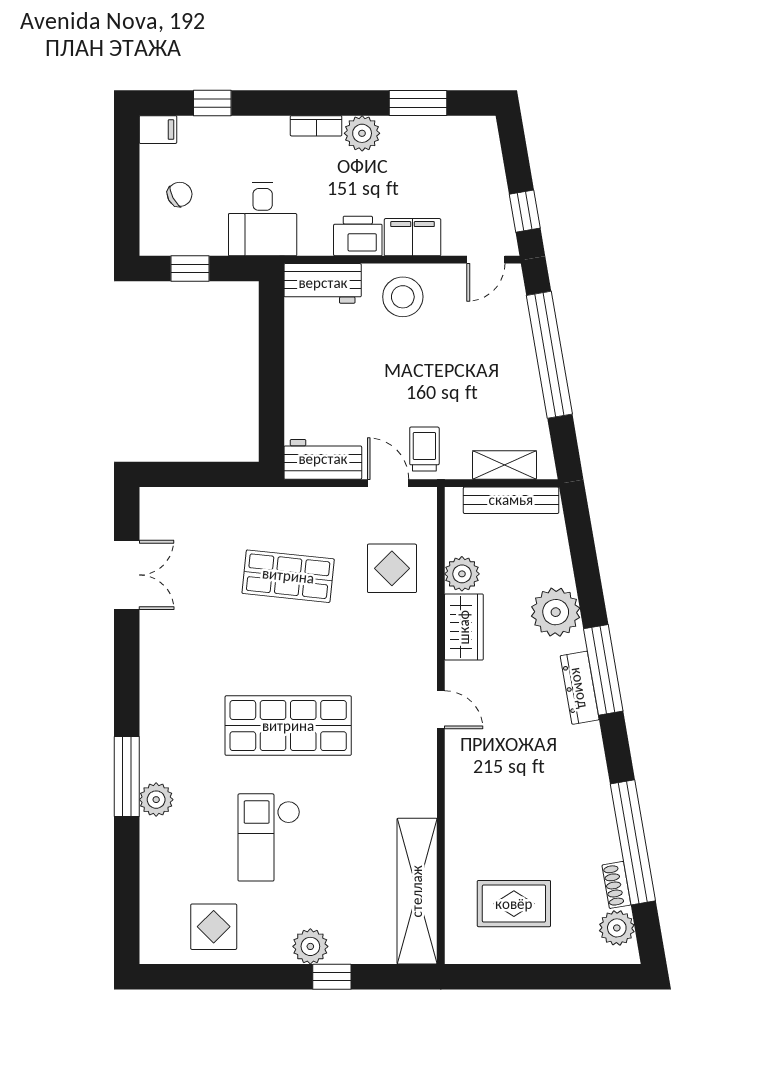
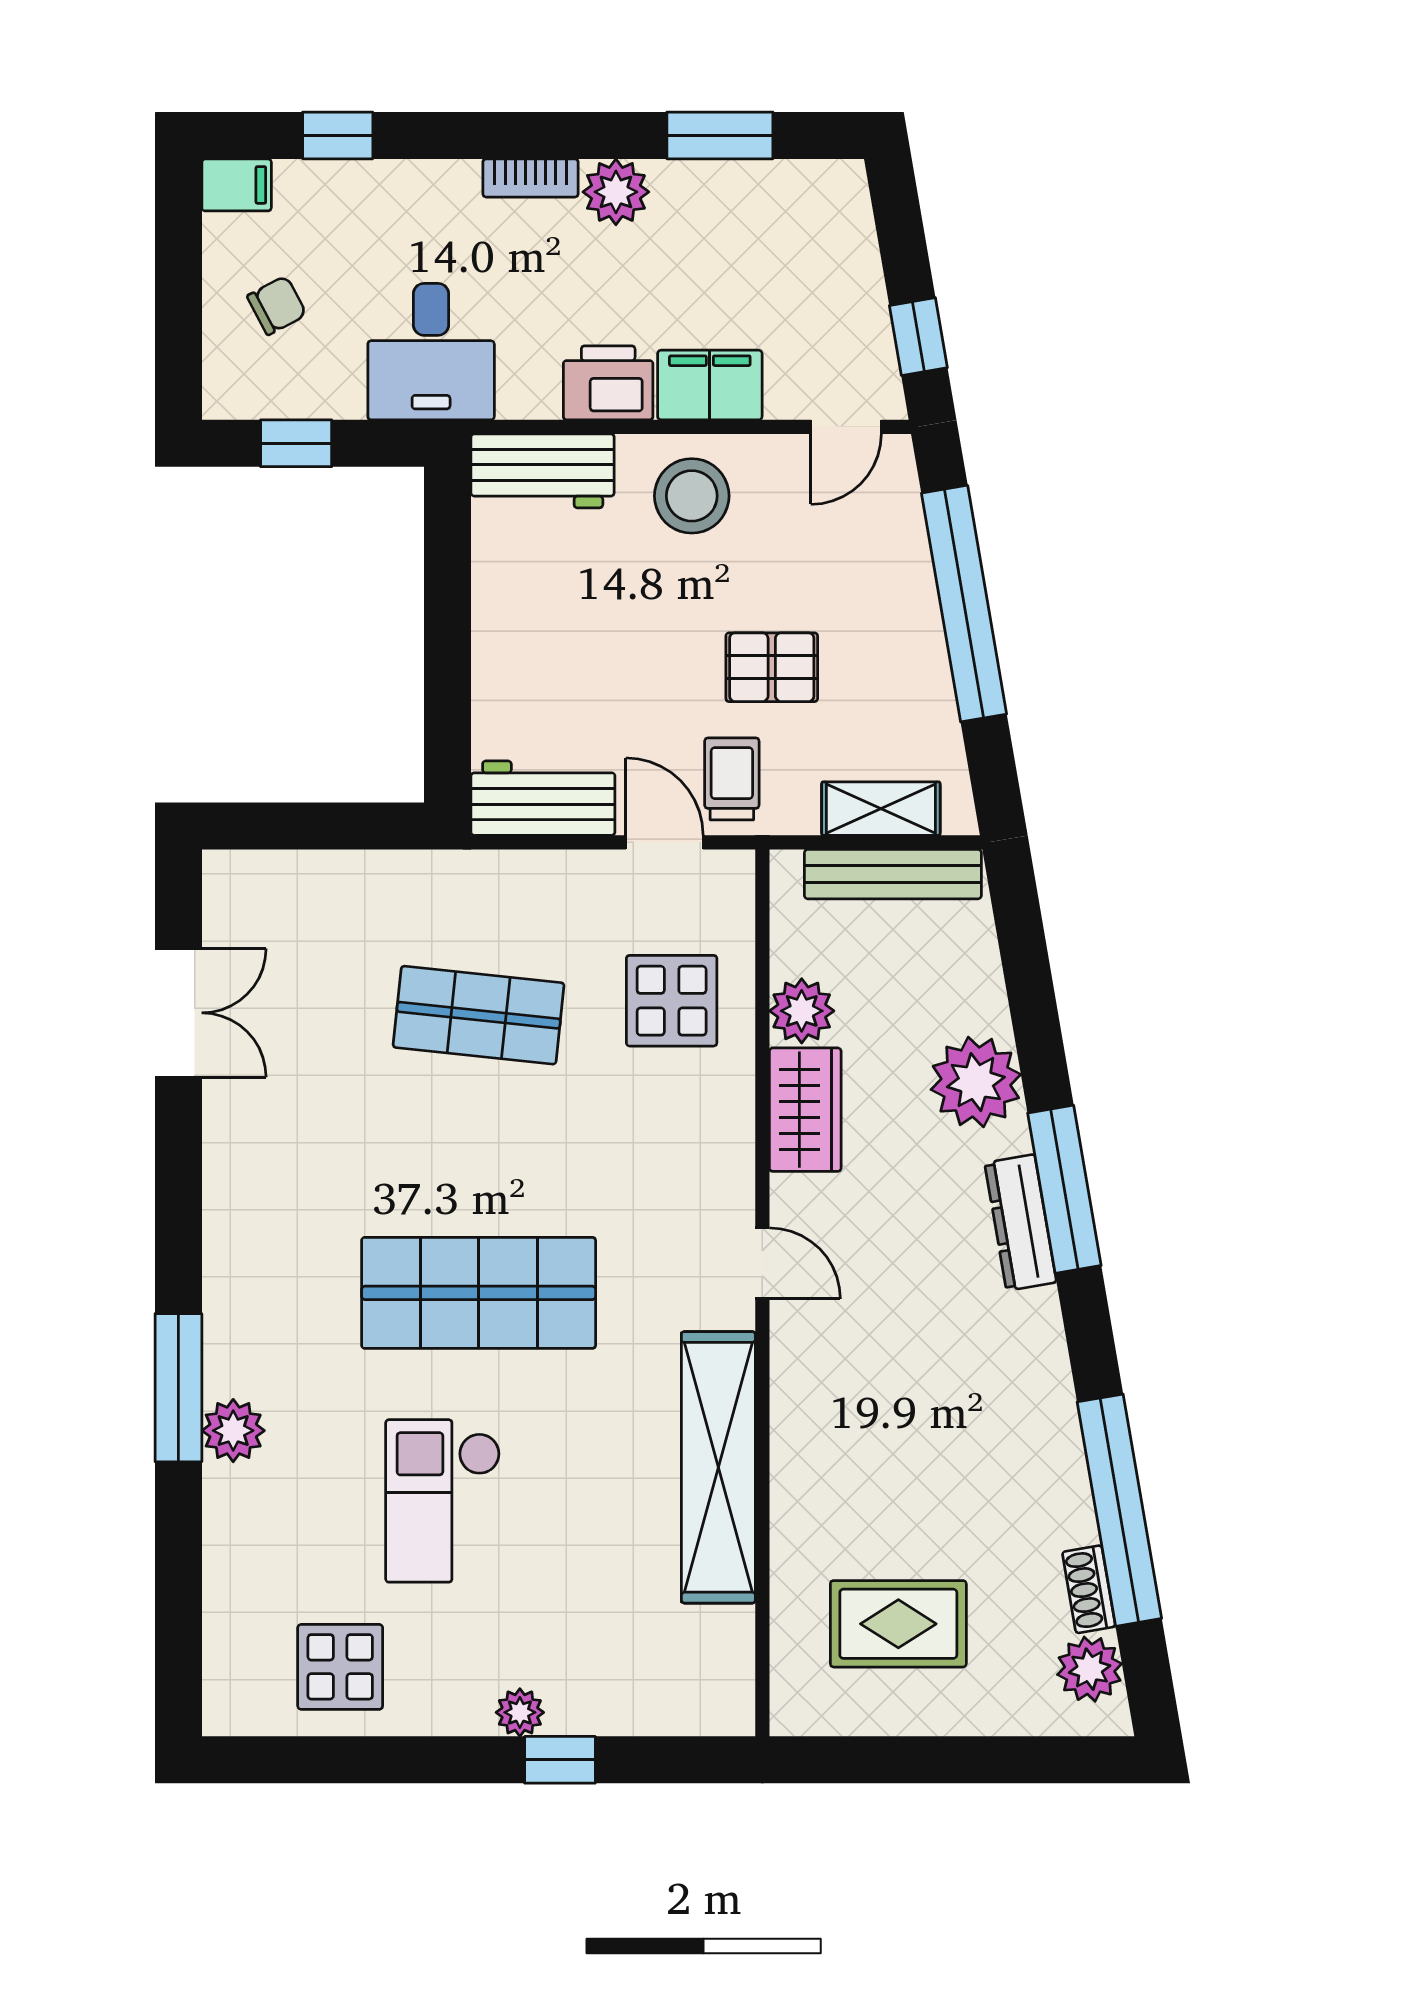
pallet: (446, 389) -> (772, 667), added
shelving: (417, 891) -> (718, 1467), moved
plant: (310, 946) -> (520, 1712), width x0.73, depth x0.73

